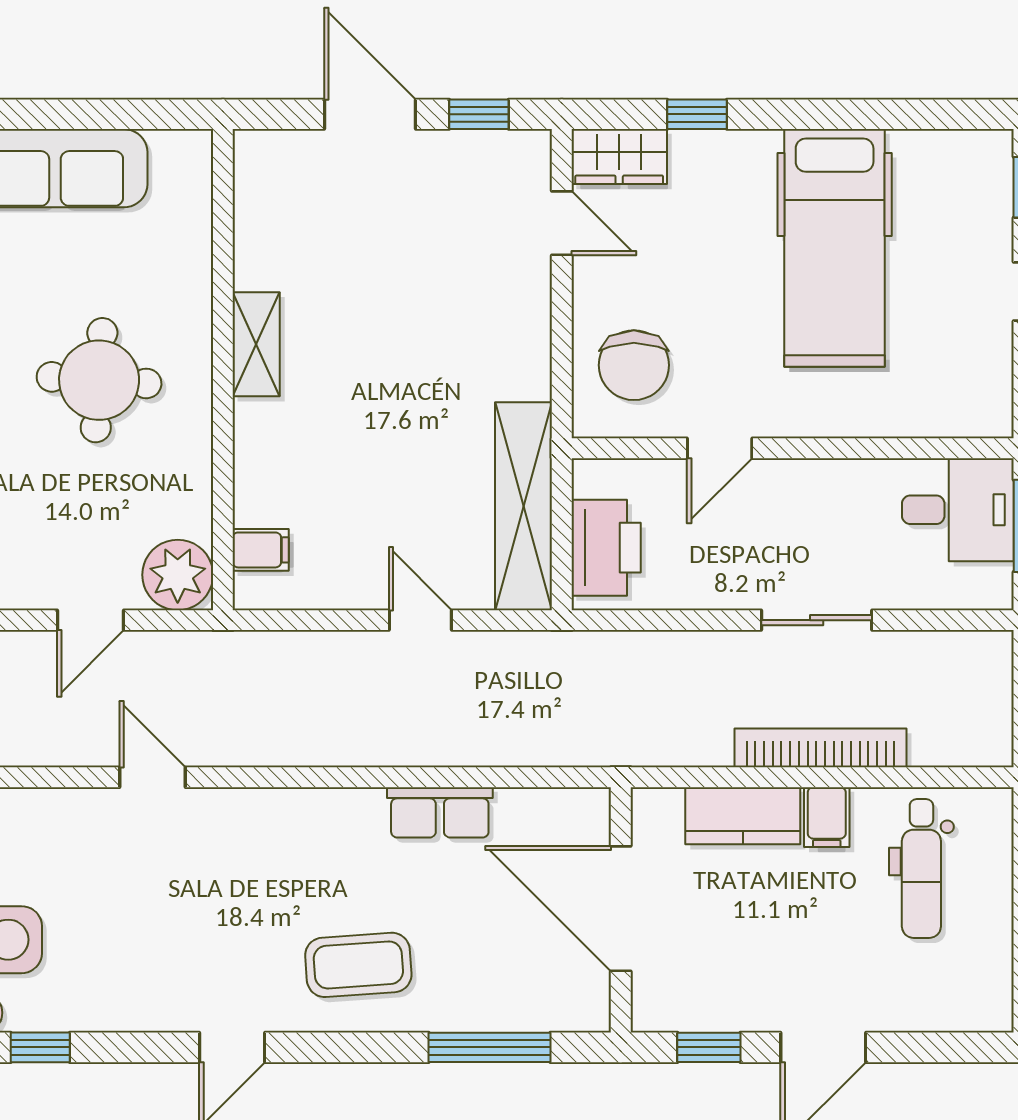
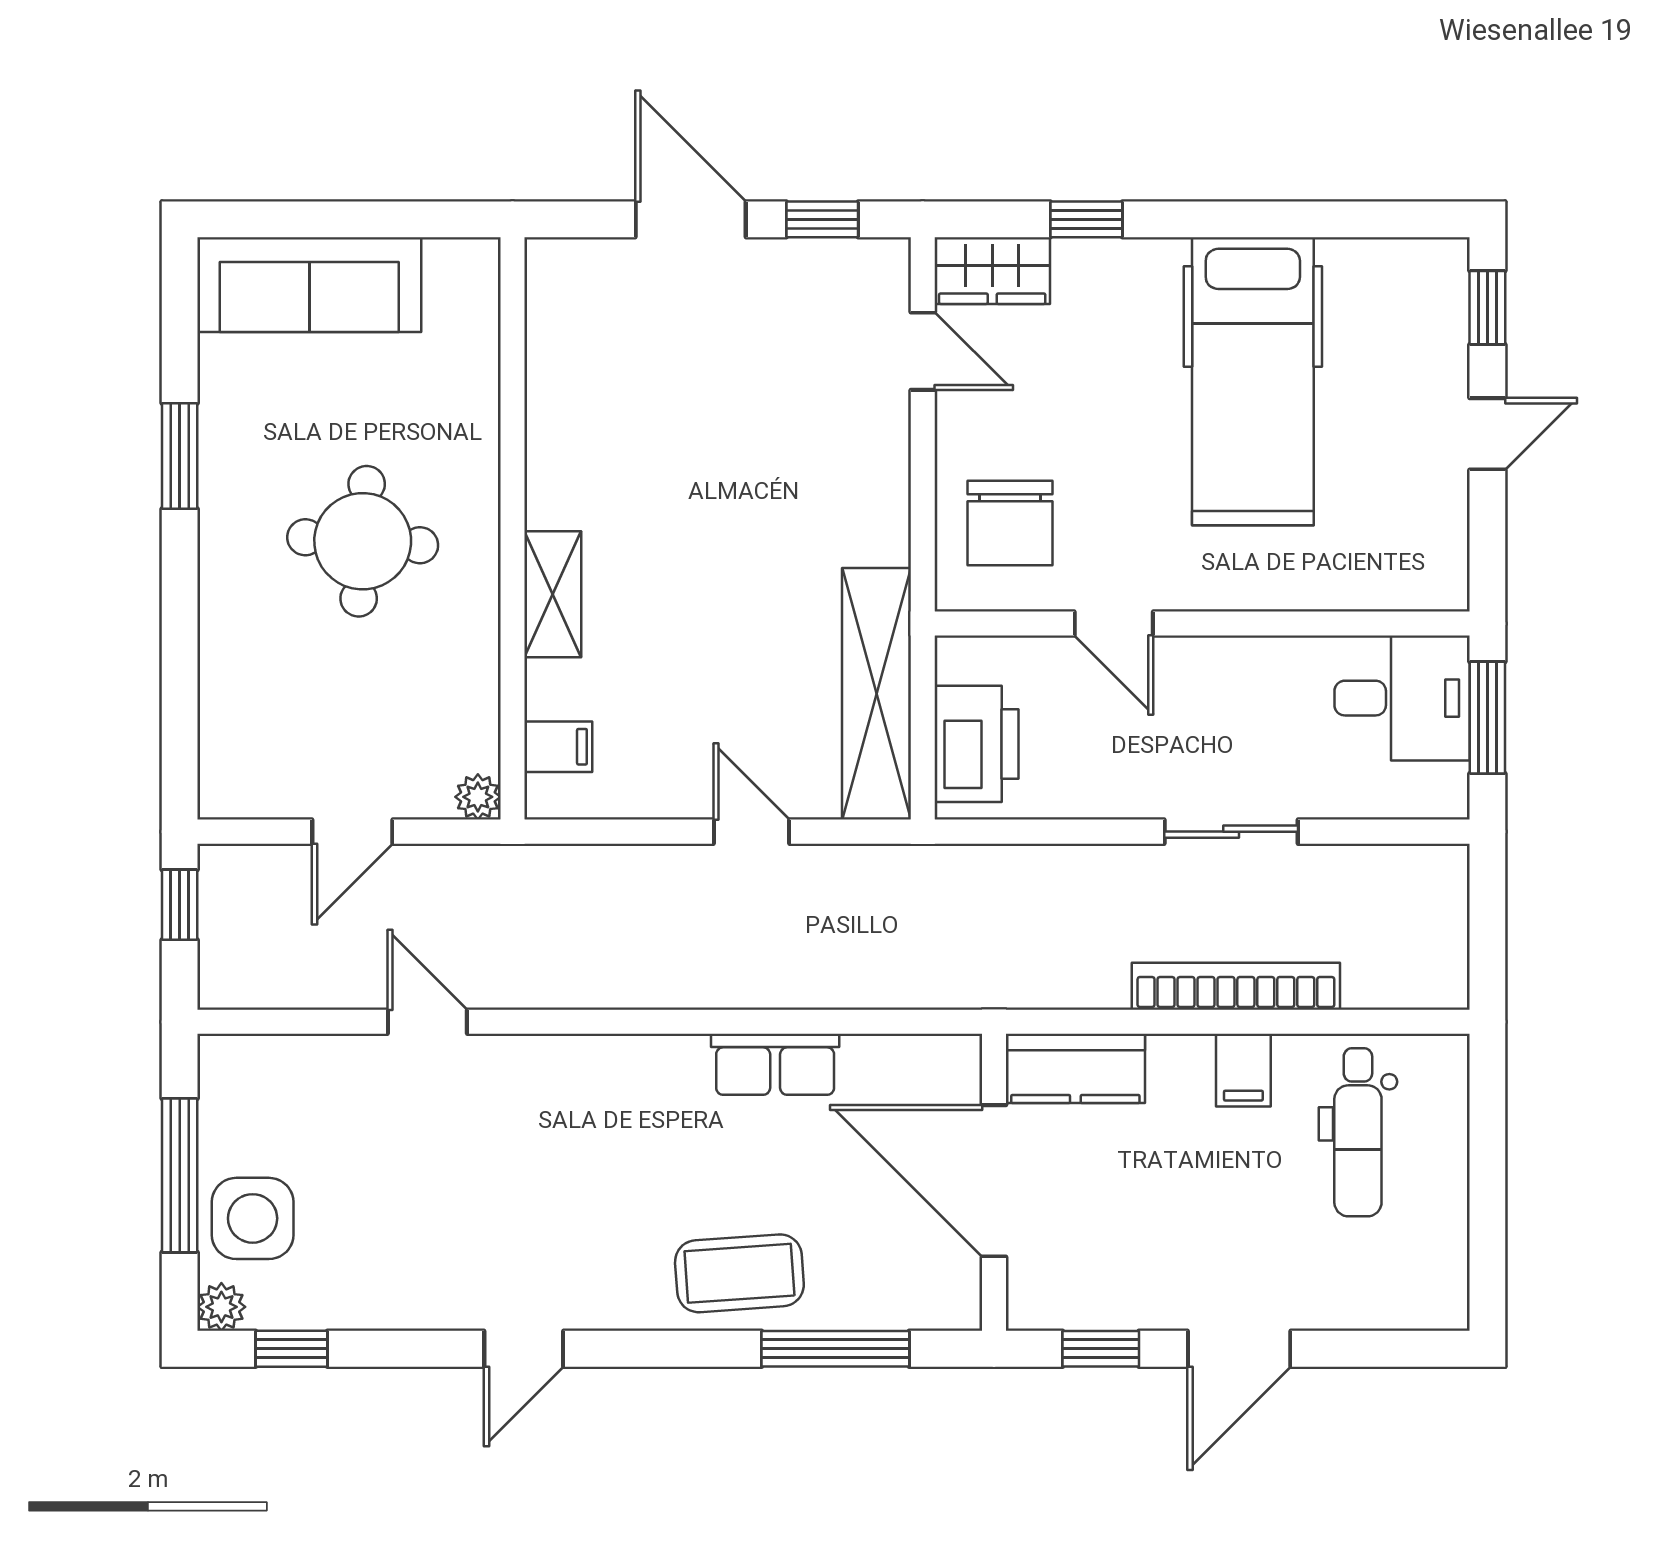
shelving: (256, 344) -> (553, 594), moved
door: (720, 448) -> (1114, 624), hinge flipped
plant: (178, 575) -> (478, 797), width x0.53, depth x0.53
kitchen counter: (743, 816) -> (1075, 1068), moved
coffee table: (358, 965) -> (739, 1273), moved

